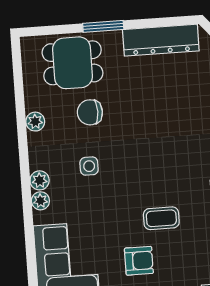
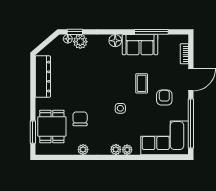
window: (103, 26) -> (33, 132), moved
chair: (90, 112) -> (80, 119), turned 180
side table: (89, 166) -> (120, 108), moved

